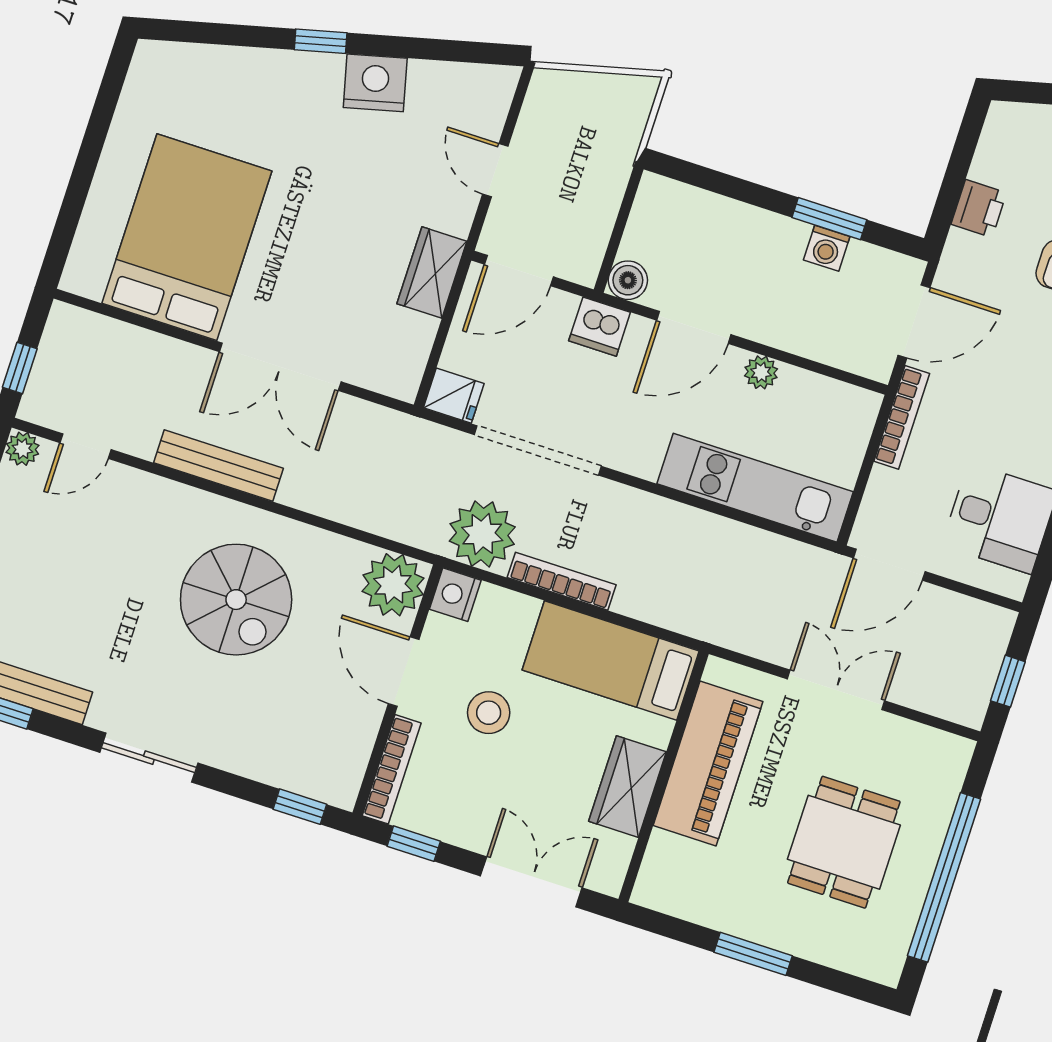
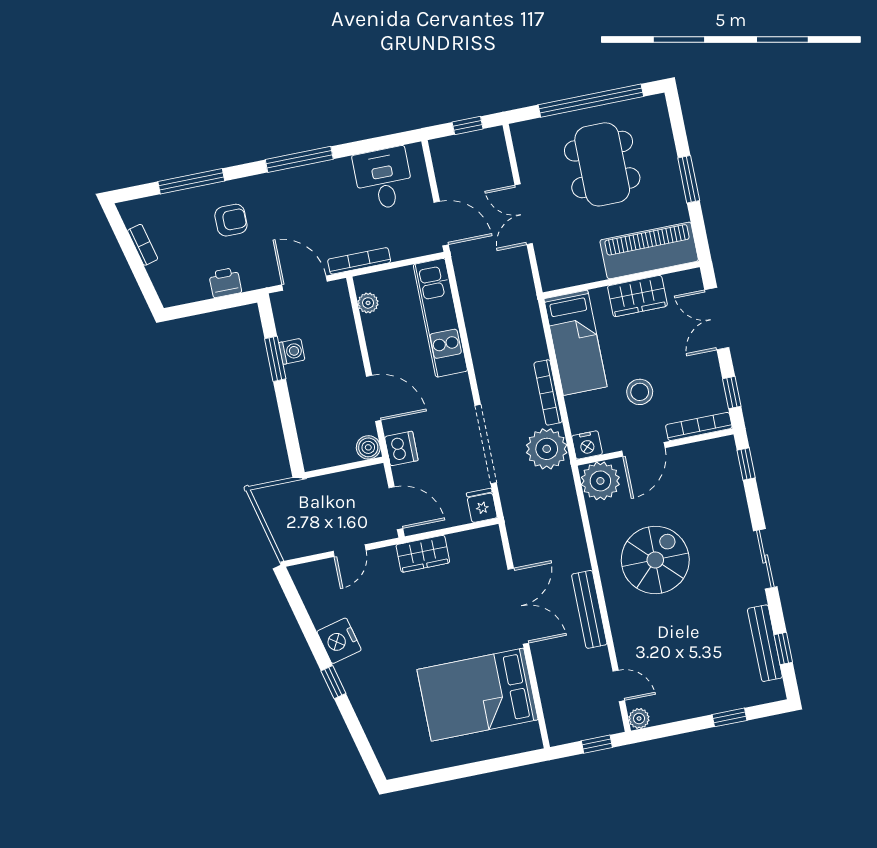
plant: (761, 372) -> (368, 303), moved
piano: (708, 763) -> (649, 250), moved
dining table: (844, 842) -> (602, 164), width x1.38

